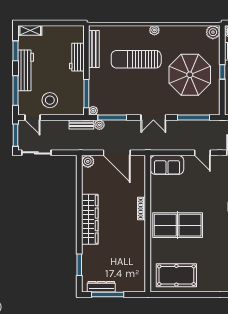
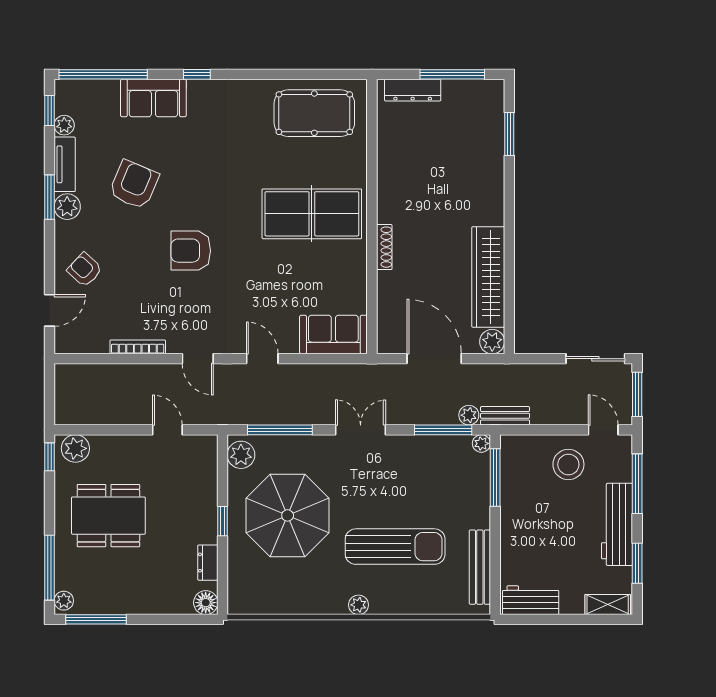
plant: (213, 32) -> (241, 455), moved
workbench: (77, 57) -> (531, 600), moved, turned -90
wardrobe: (90, 219) -> (488, 277), moved
dresser: (101, 287) -> (413, 90), moved

